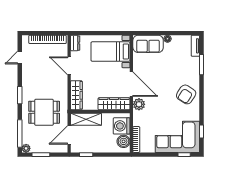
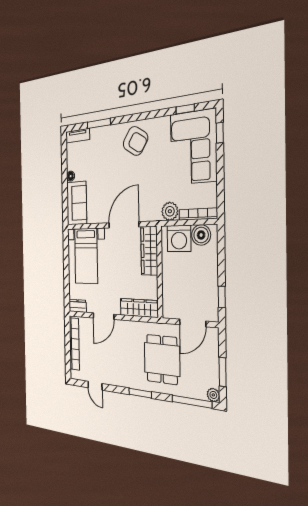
plant: (139, 104) -> (170, 211), moved
shelving: (86, 119) -> (170, 295), removed
door: (69, 135) -> (193, 323), hinge flipped

